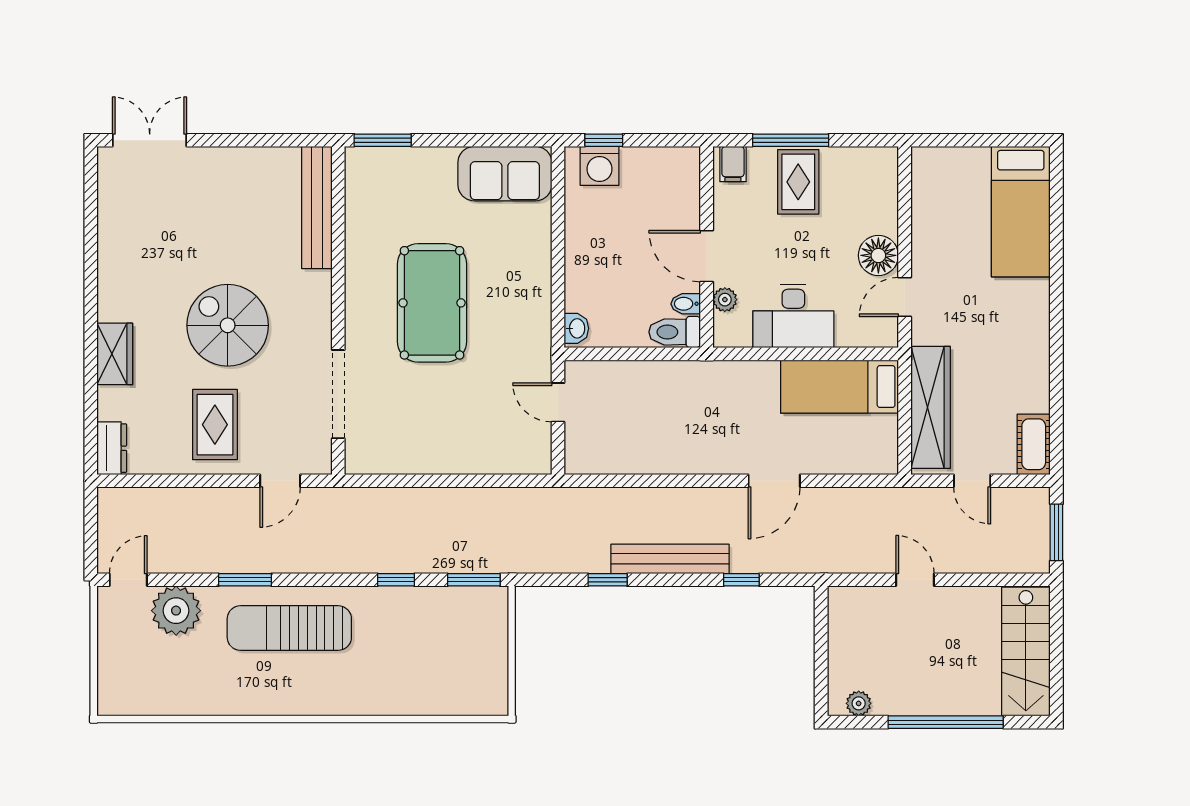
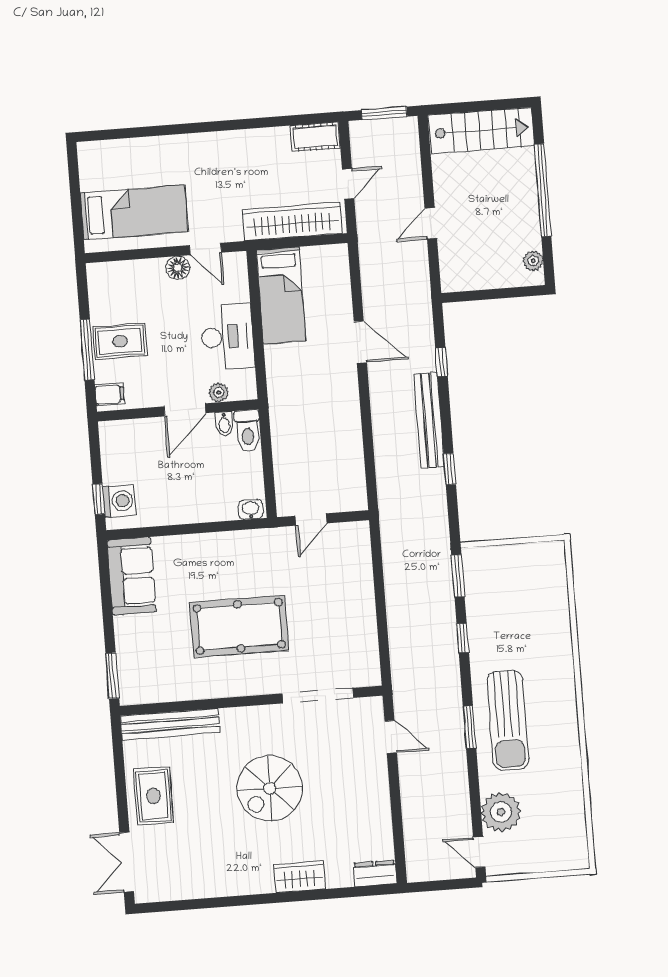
bed: (1021, 212) -> (134, 212), moved
floor lamp: (878, 255) -> (178, 268), width x0.73, depth x0.73
rug: (215, 425) -> (153, 796), moved, turned 90
window: (245, 580) -> (470, 727), moved

